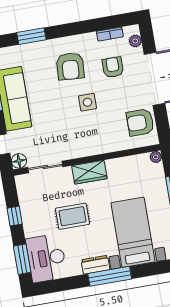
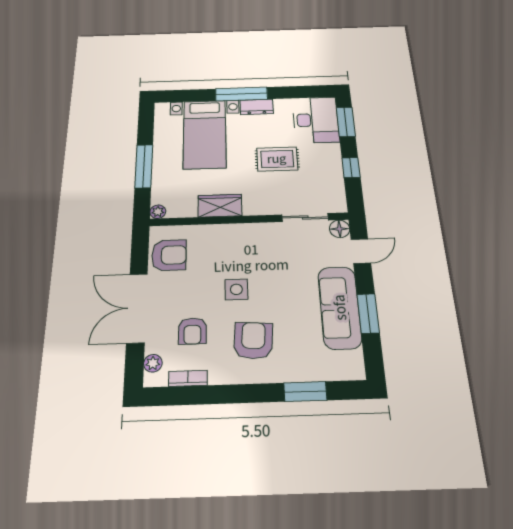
wardrobe: (89, 172) -> (220, 206), moved

